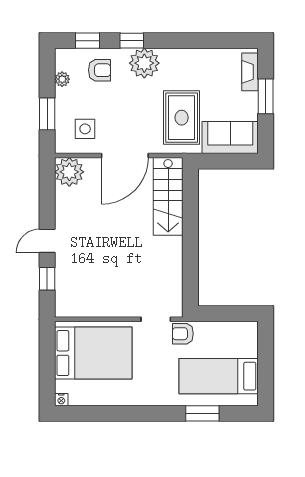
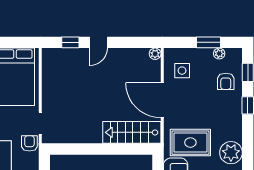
plant: (144, 63) -> (231, 153), moved
window: (47, 114) -> (208, 42), moved
plant: (69, 172) -> (155, 54), width x0.53, depth x0.53
door: (47, 241) -> (99, 42), swing flipped

